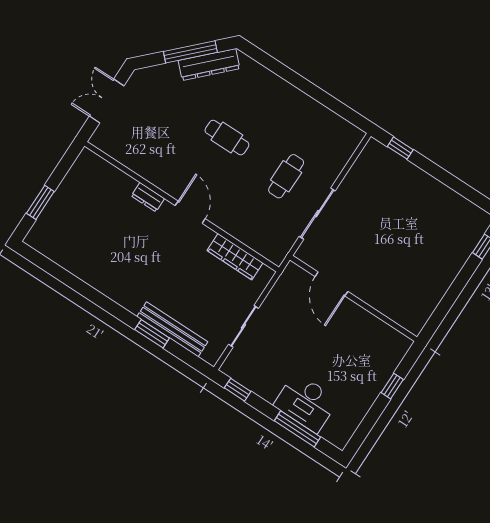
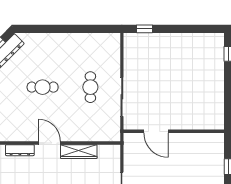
dresser: (148, 197) -> (20, 150), width x1.44
wardrobe: (235, 257) -> (79, 152), moved

